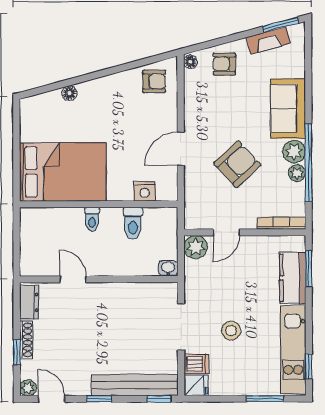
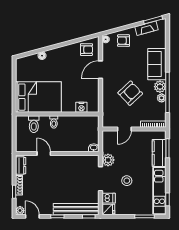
door: (181, 149) -> (100, 70), moved
toilet: (133, 223) -> (34, 124), moved
plant: (196, 247) -> (108, 160), moved

